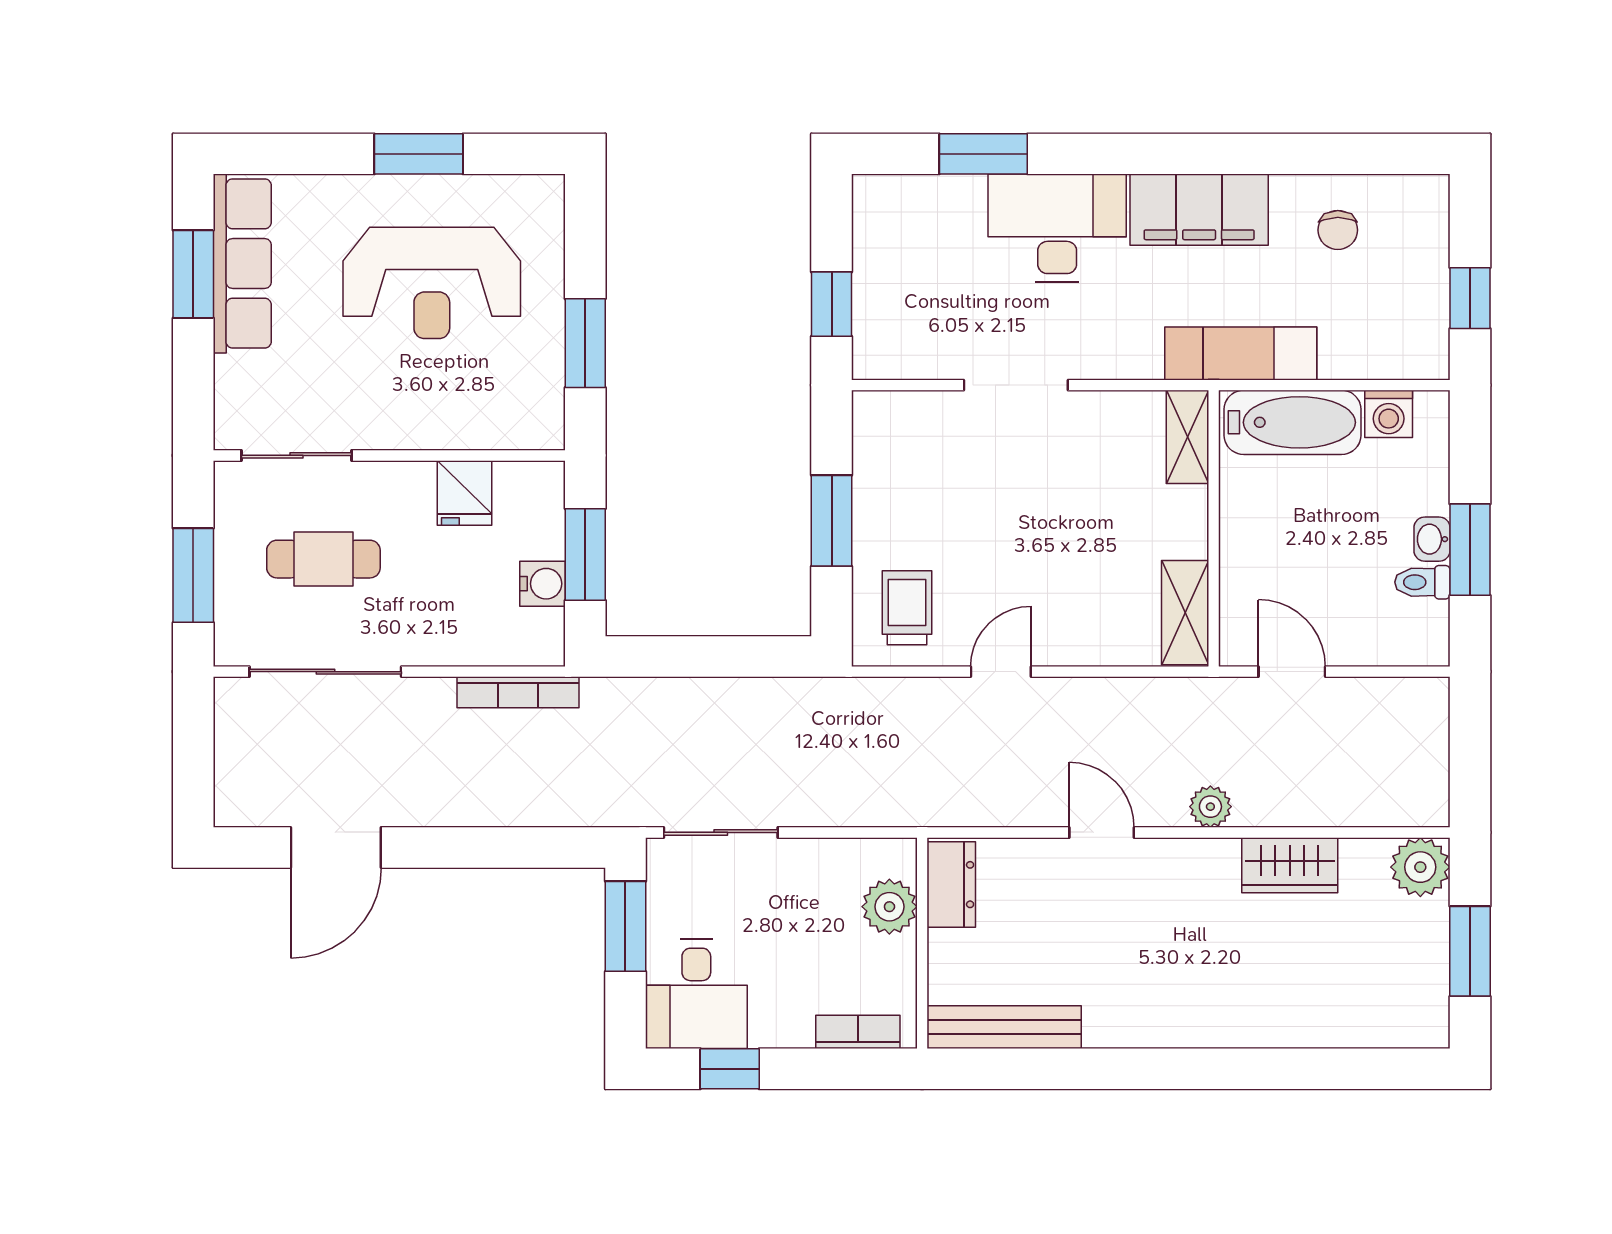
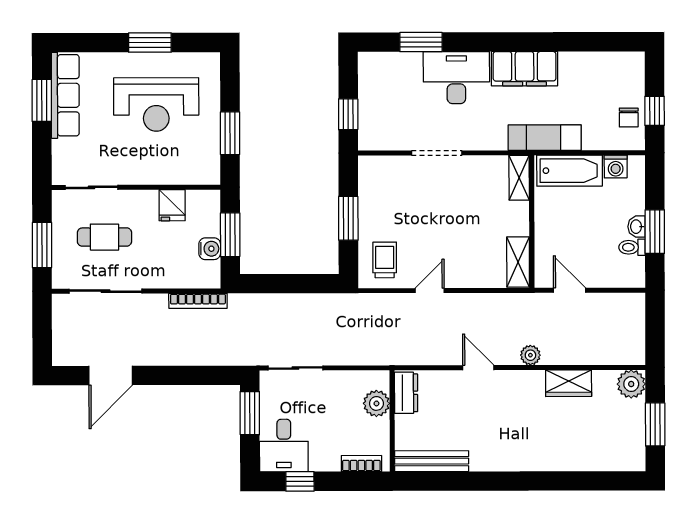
chair: (1338, 230) -> (629, 117), moved

